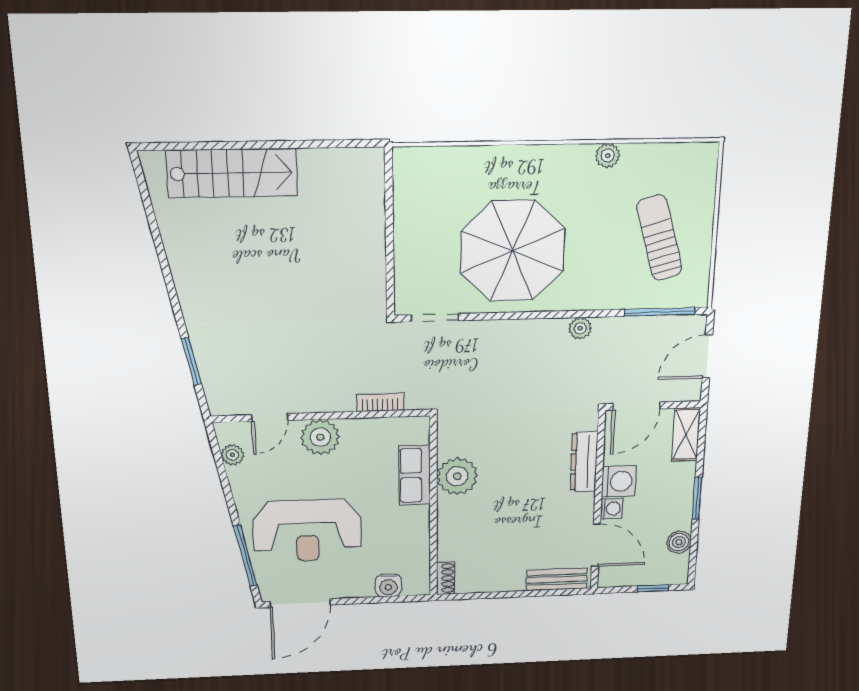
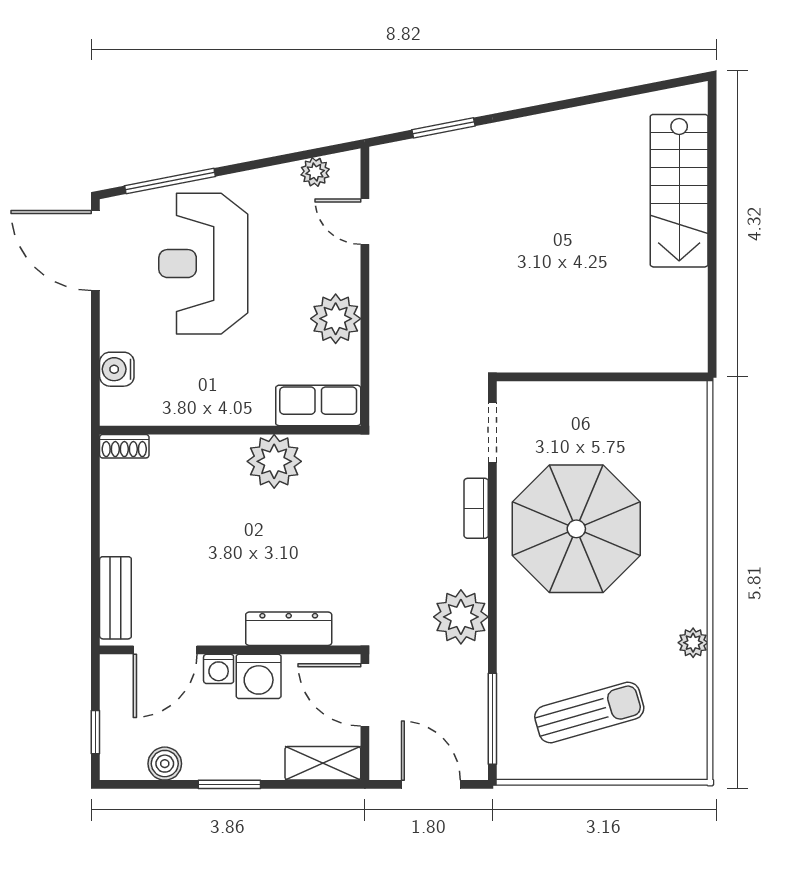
plant: (580, 328) -> (461, 617), width x1.87, depth x1.87
bookcase: (380, 402) -> (476, 508), moved, turned 180
plant: (320, 437) -> (336, 319), moved
row of seats: (415, 475) -> (318, 405), moved

